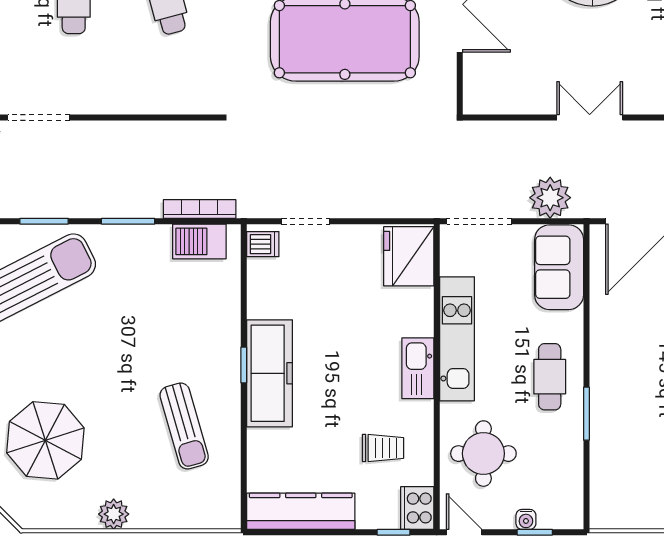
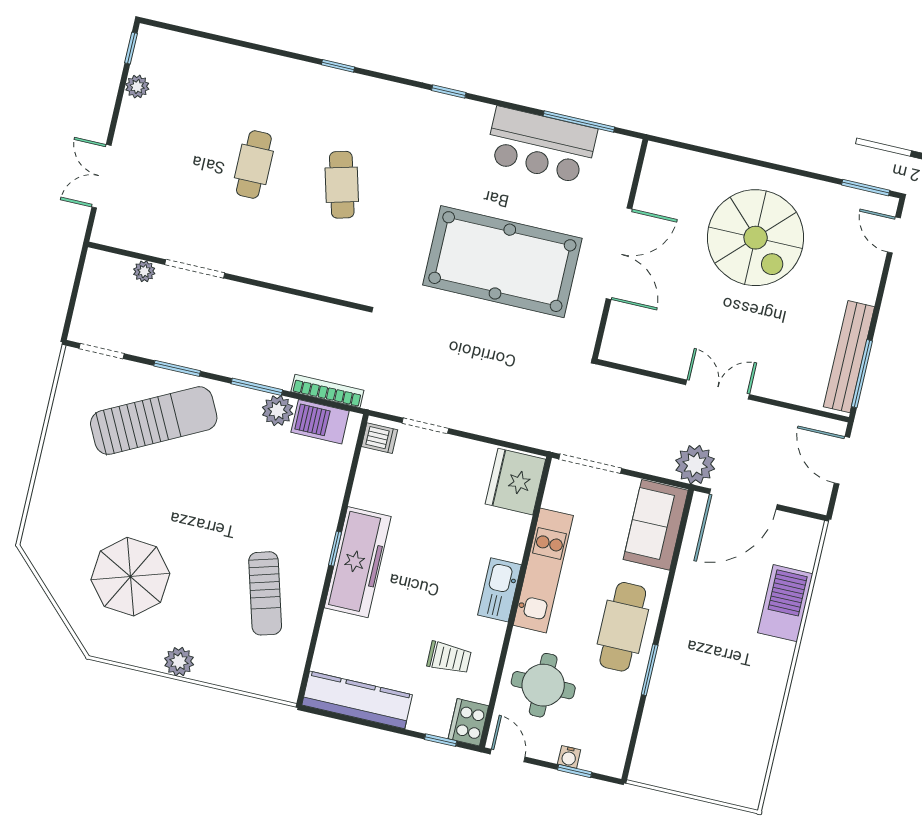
plant: (550, 198) -> (695, 465), moved
plant: (154, 240) -> (278, 411), added
cafe table: (550, 377) -> (623, 627), width x1.37, depth x1.35

